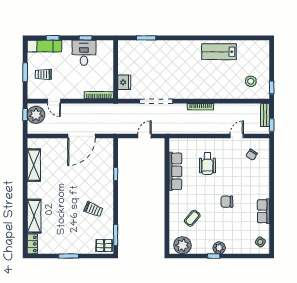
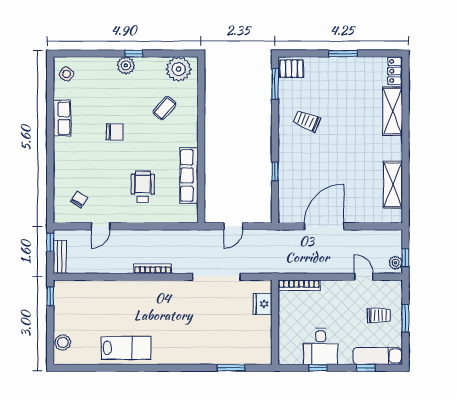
stool: (251, 81) -> (63, 342), moved
plant: (36, 115) -> (396, 263), width x0.53, depth x0.53

